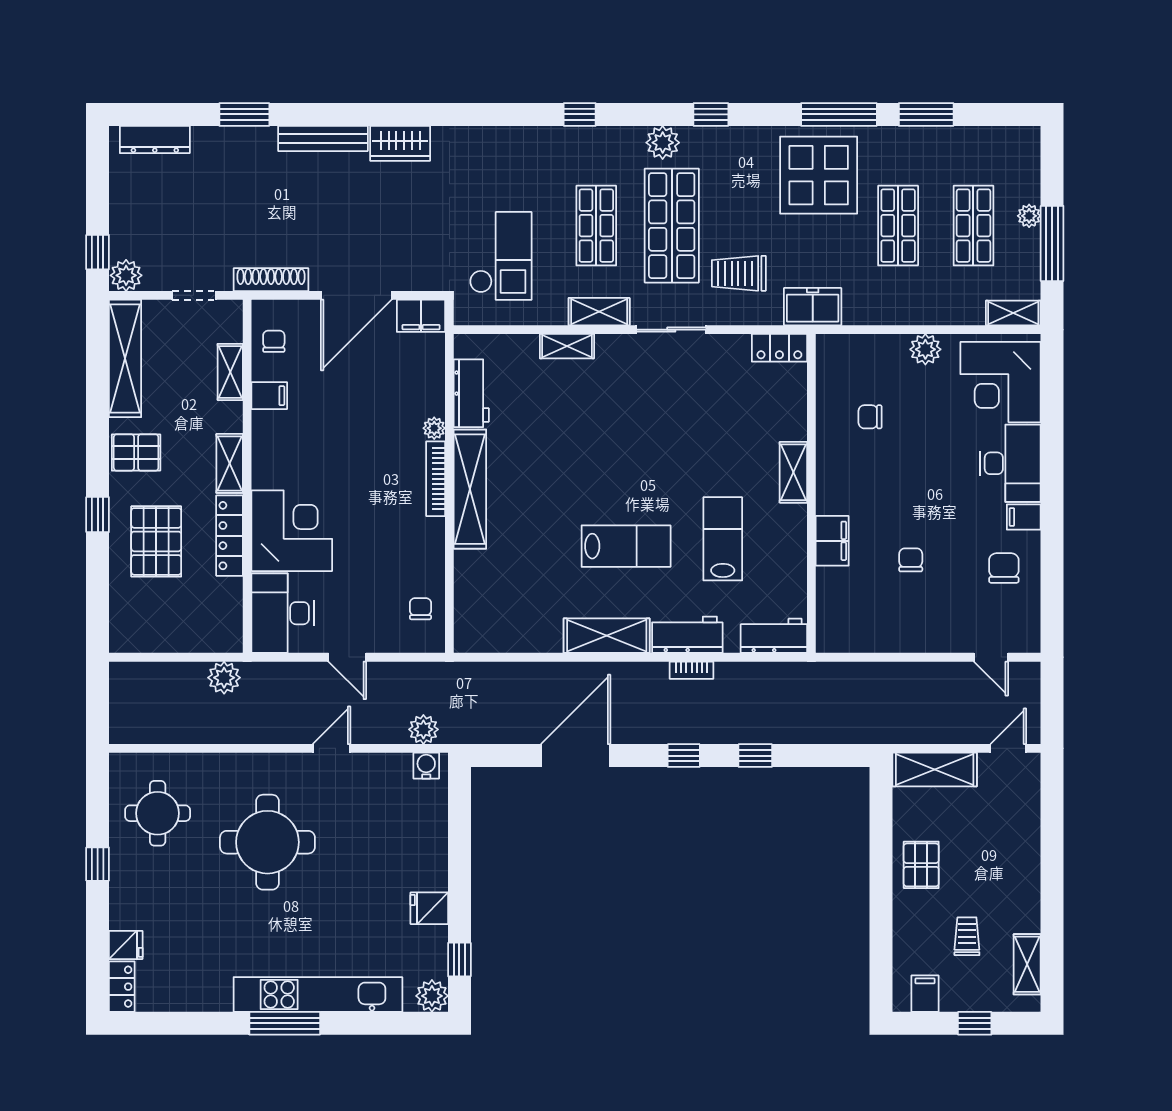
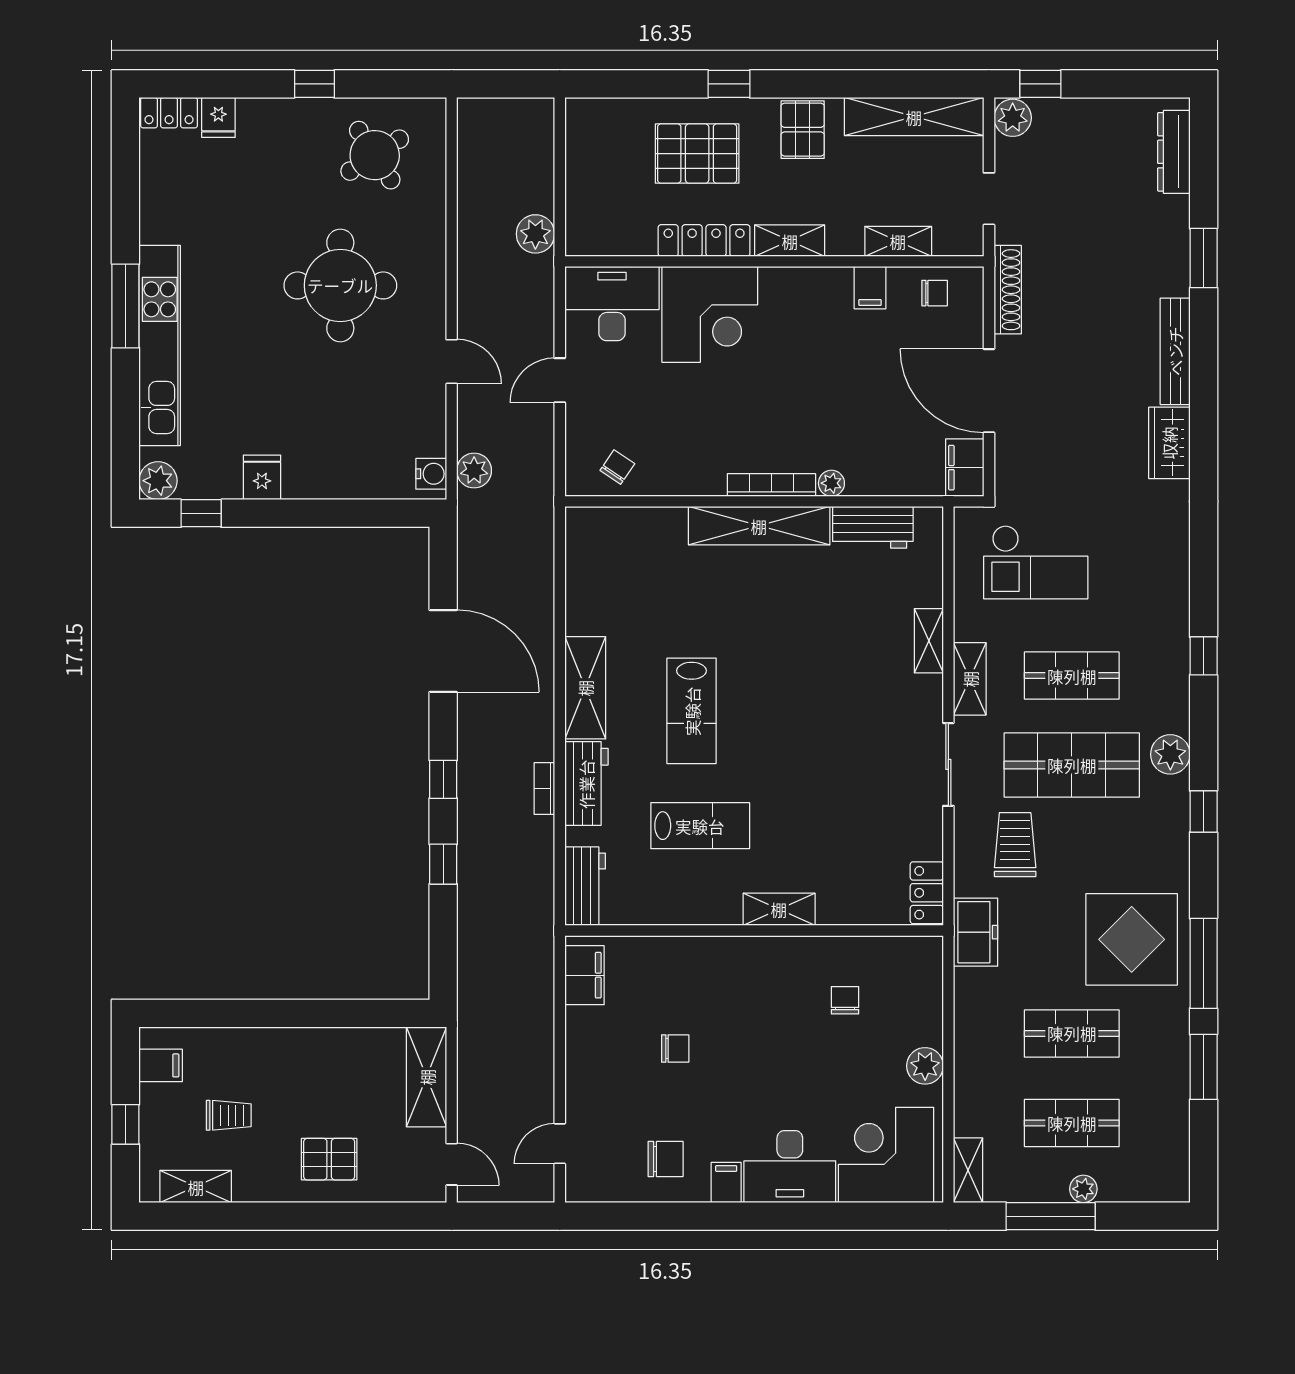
filing cabinet: (832, 541) -> (584, 975), moved, turned -90
chair: (420, 609) -> (617, 467), turned -56
round table: (158, 813) -> (375, 155), turned -33
pallet: (921, 865) -> (329, 1159), moved

